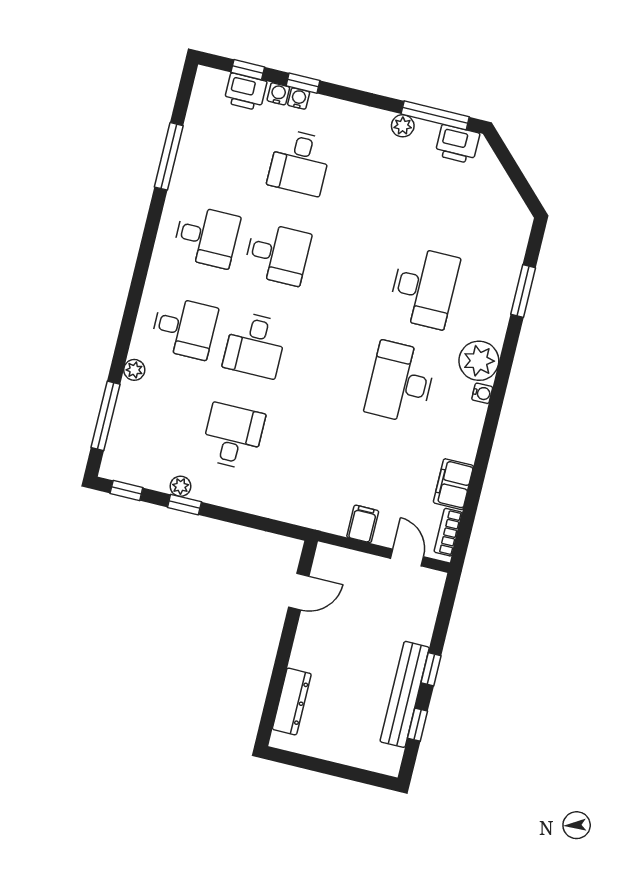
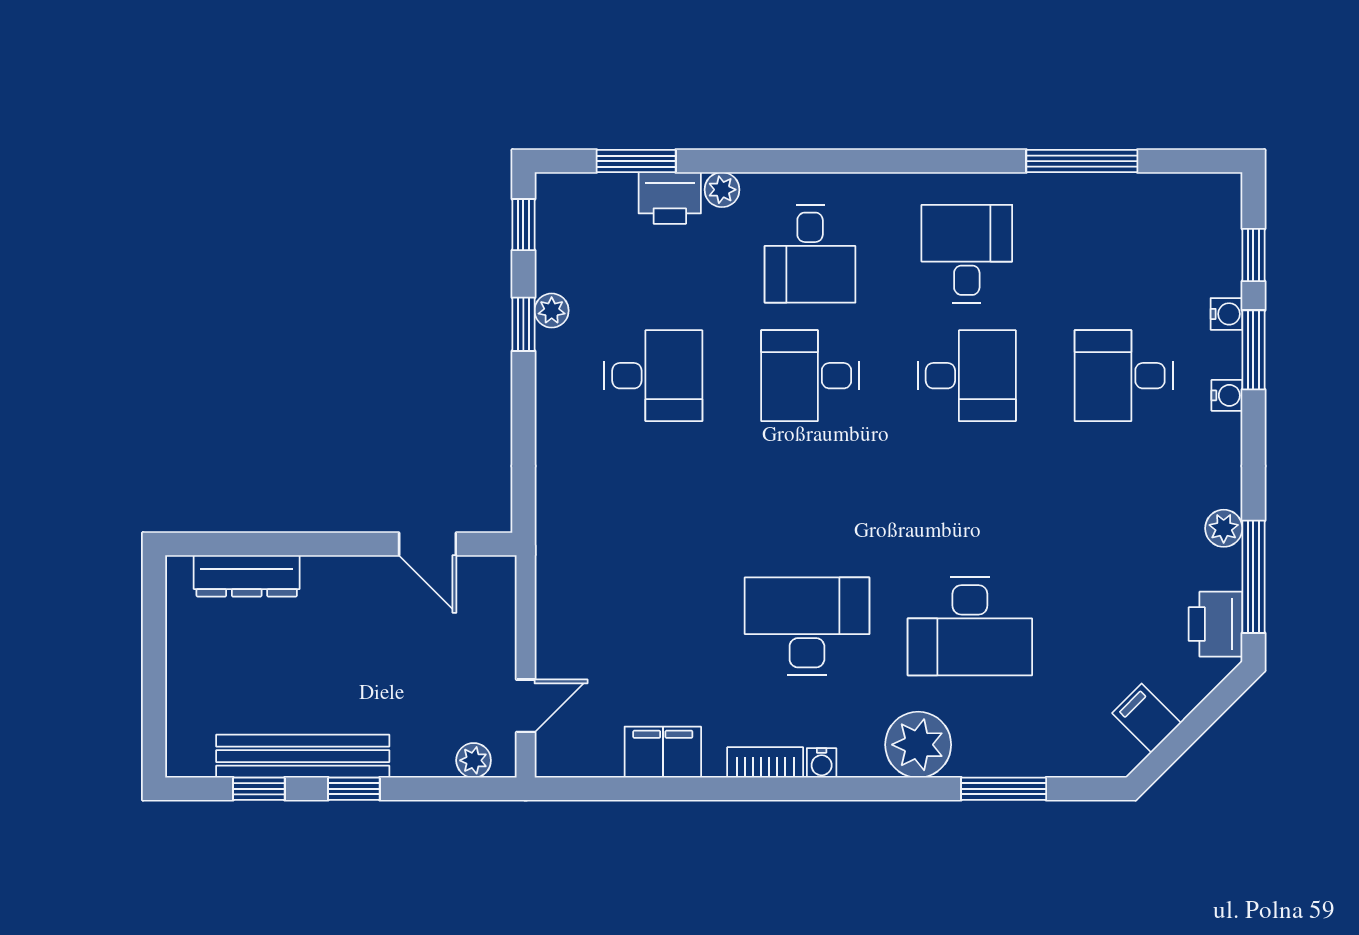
window: (303, 83) -> (1253, 350), width x1.50
printer: (245, 92) -> (670, 198), moved, turned -90
water cooler: (299, 98) -> (1227, 395), moved
desk: (206, 236) -> (967, 254), turned 180
desk: (277, 254) -> (967, 376), turned -90
plant: (479, 361) -> (918, 745), moved
window: (105, 416) -> (636, 161), width x0.69
filing cabinet: (363, 524) -> (1147, 718), moved, turned -135
bookcase: (448, 532) -> (765, 762), moved
plant: (431, 596) -> (474, 760), added

